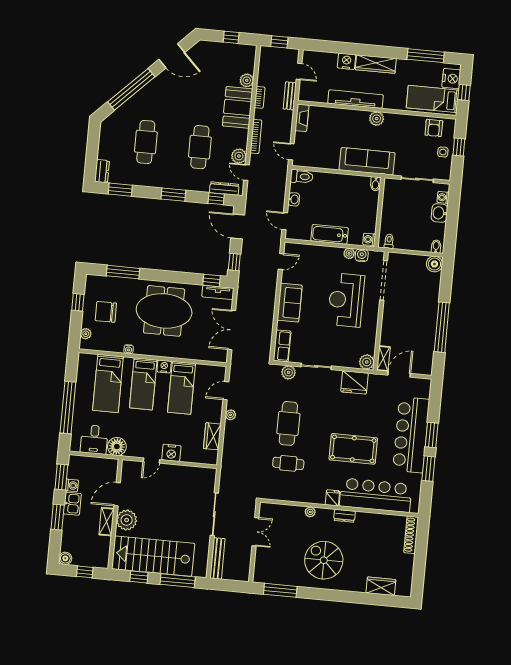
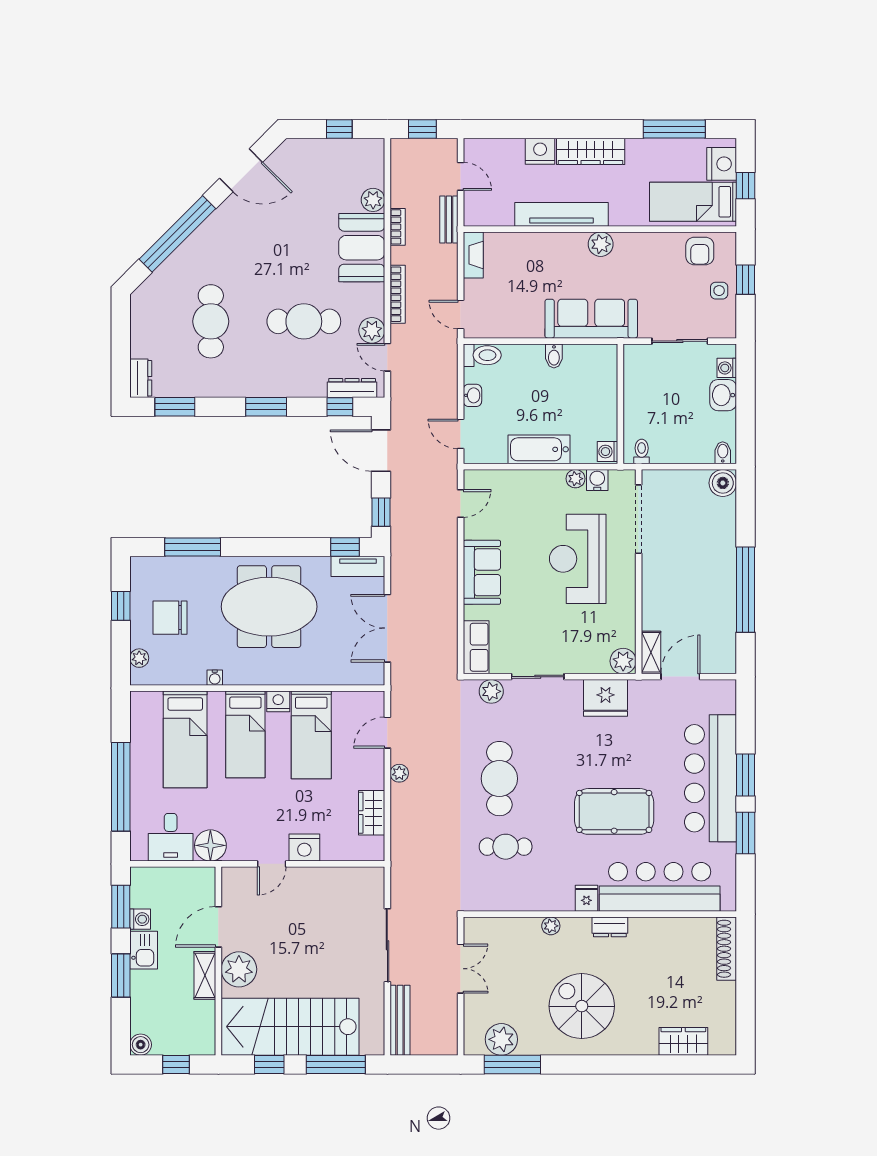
cafe table: (200, 147) -> (304, 321), turned 90
bidet: (376, 184) -> (554, 356), moved
plant: (275, 575) -> (501, 1039), added

